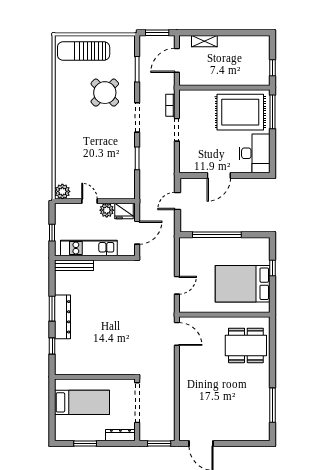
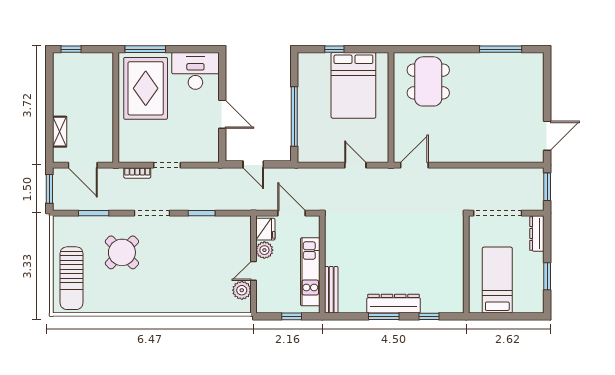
window: (273, 68) -> (71, 49), moved
plant: (62, 191) -> (242, 290), moved

